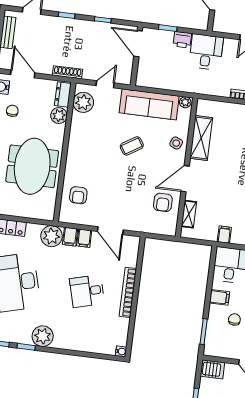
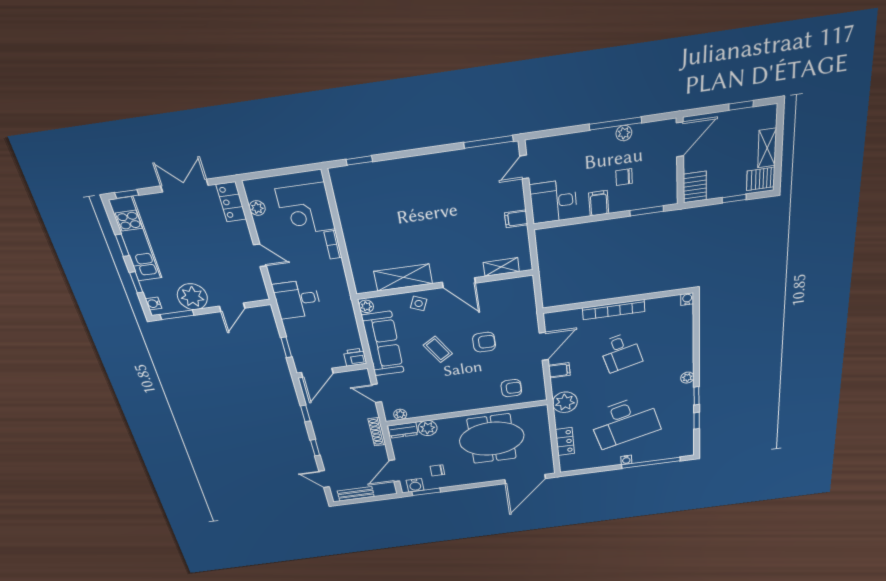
printer: (182, 40) -> (355, 357), moved, turned -90
plant: (83, 102) -> (400, 414), width x0.53, depth x0.53
armchair: (163, 202) -> (484, 342), moved
filing cabinet: (70, 237) -> (561, 385), removed
plant: (43, 336) -> (687, 378), width x0.53, depth x0.53

